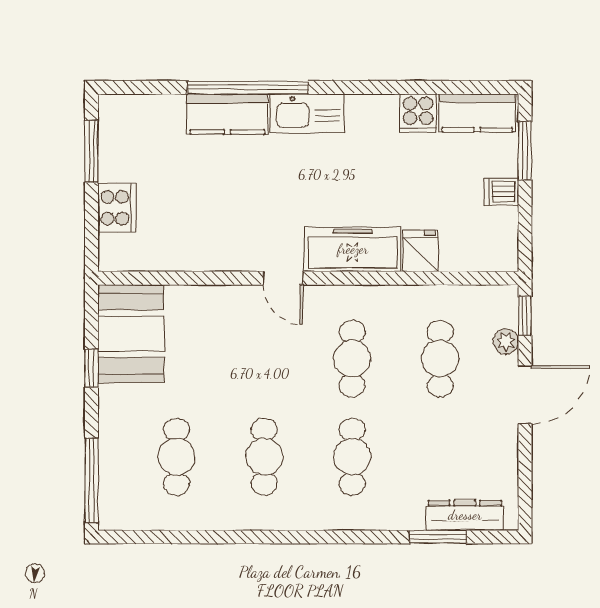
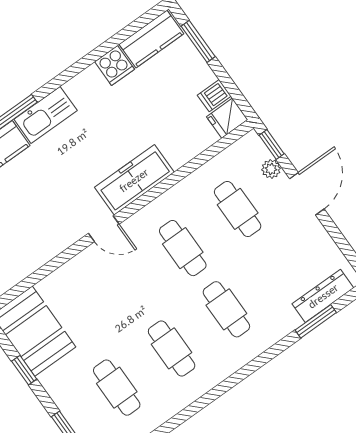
dishwasher: (501, 192) -> (214, 96), moved
fridge: (421, 251) -> (227, 118), moved, turned -90

